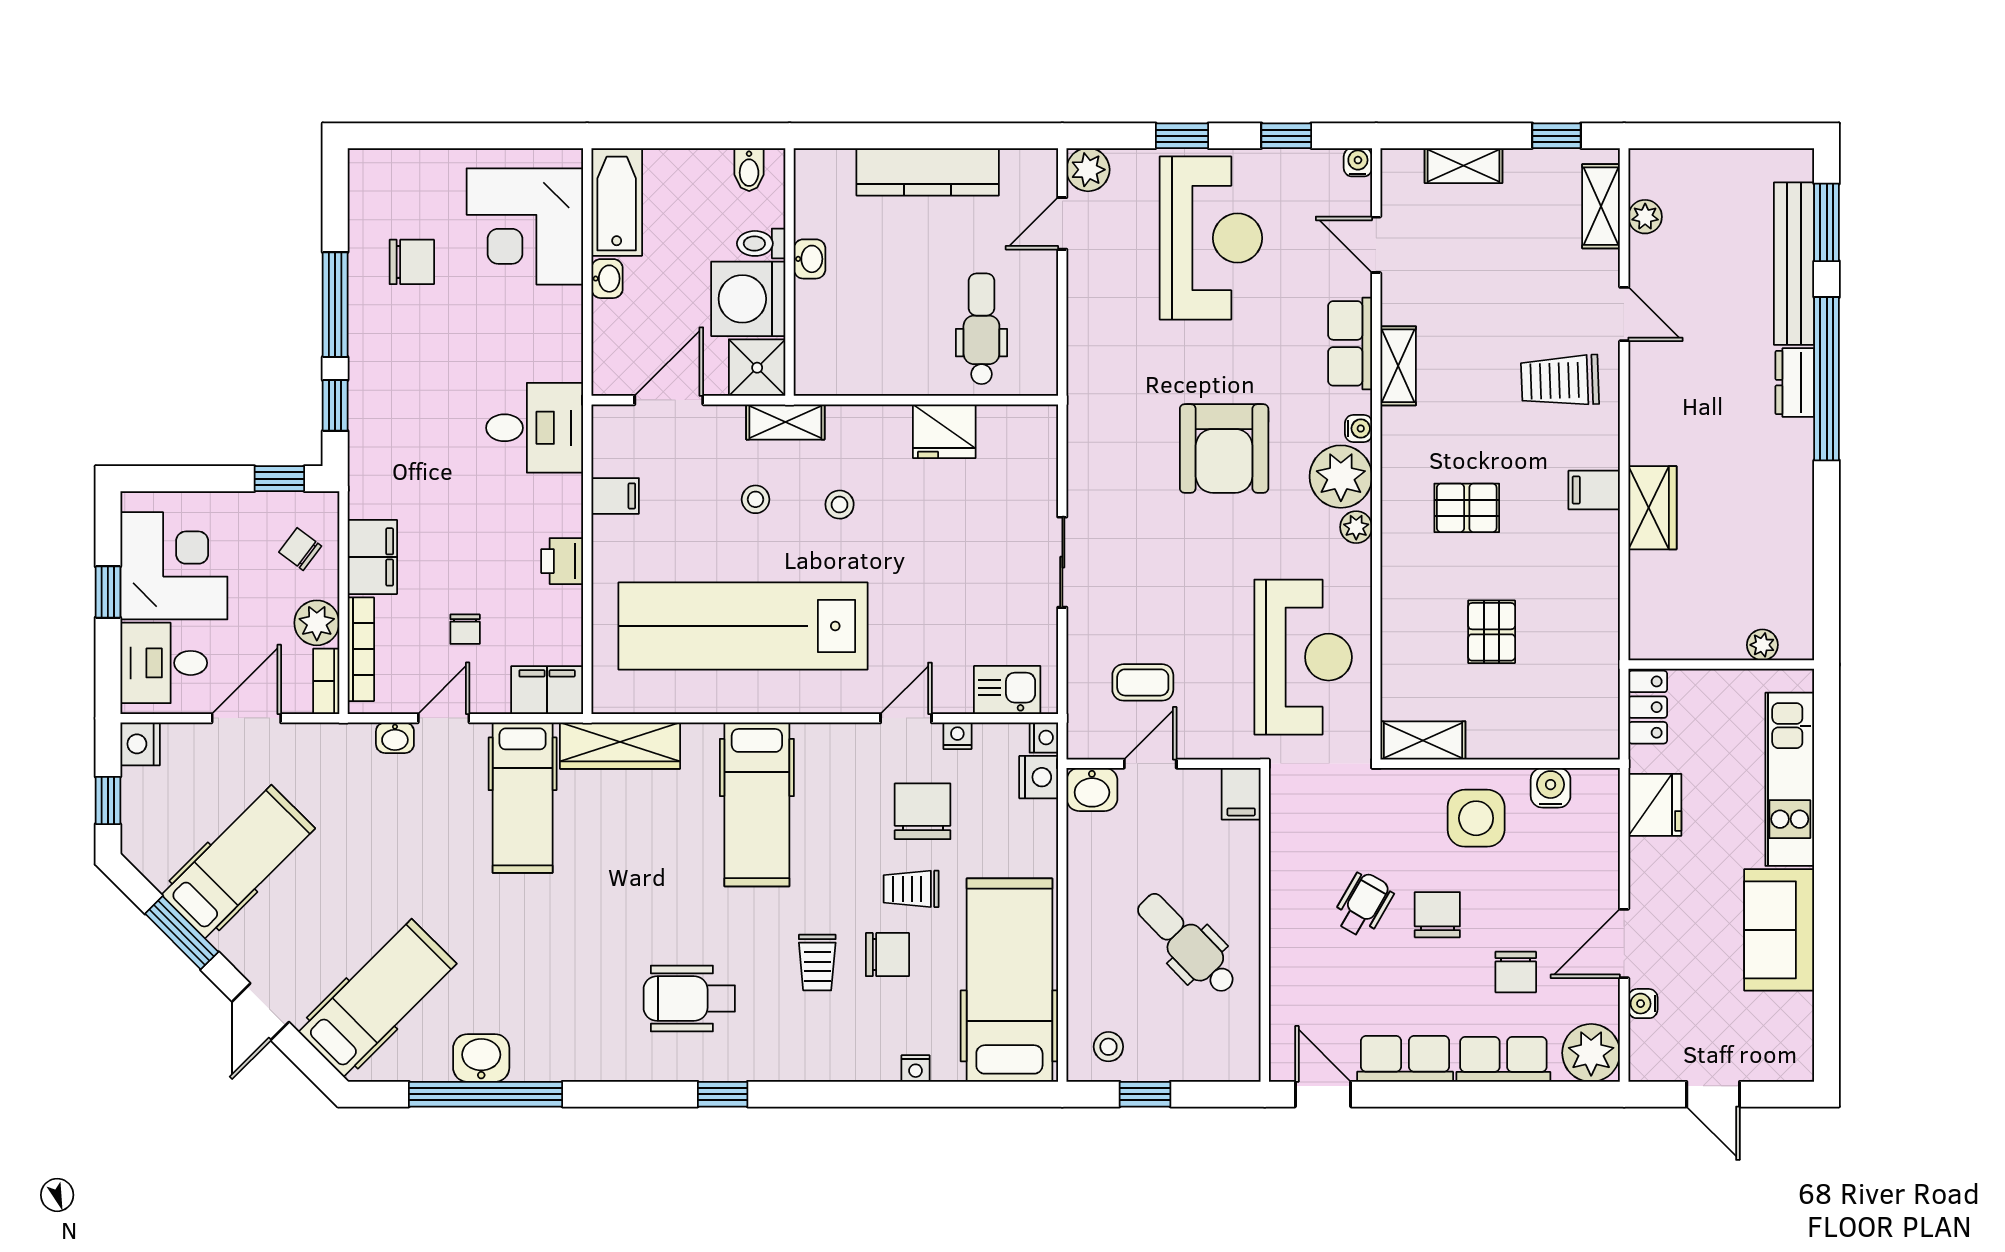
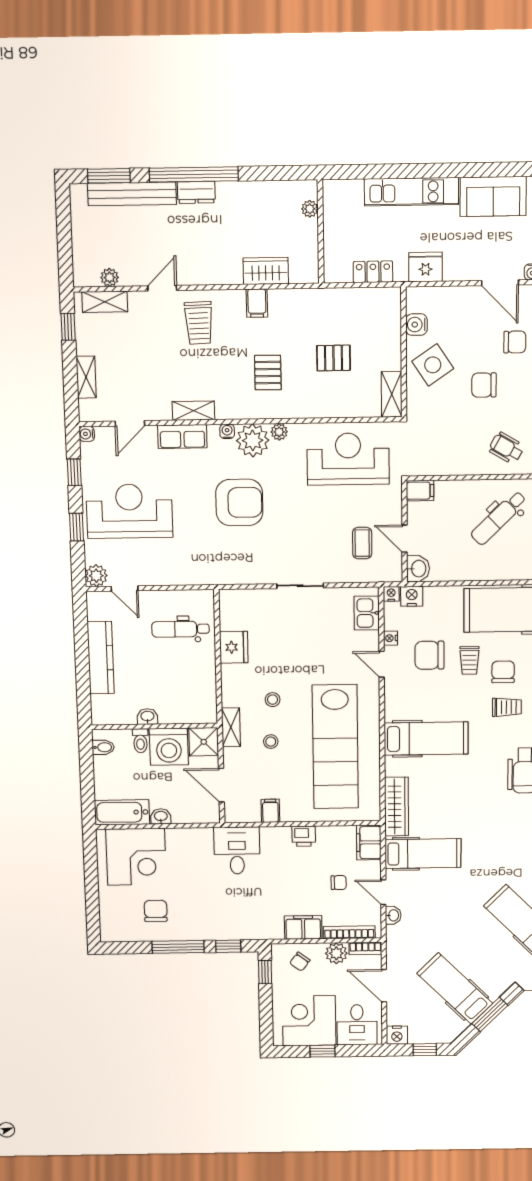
plant: (1762, 645) -> (310, 209), moved
wall: (1721, 665) -> (321, 232), moved
side table: (1476, 818) -> (433, 365), turned -34
wheelchair: (1363, 905) -> (506, 448), moved

